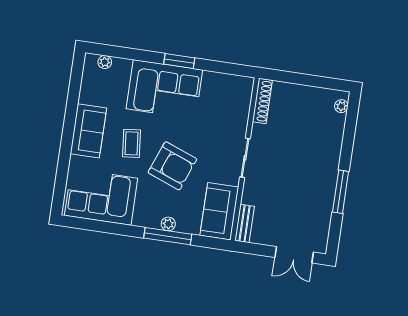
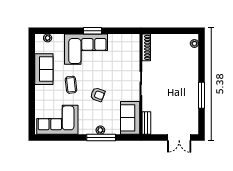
sofa: (88, 131) -> (44, 69), moved
armchair: (172, 166) -> (98, 95), width x0.53, depth x0.53

